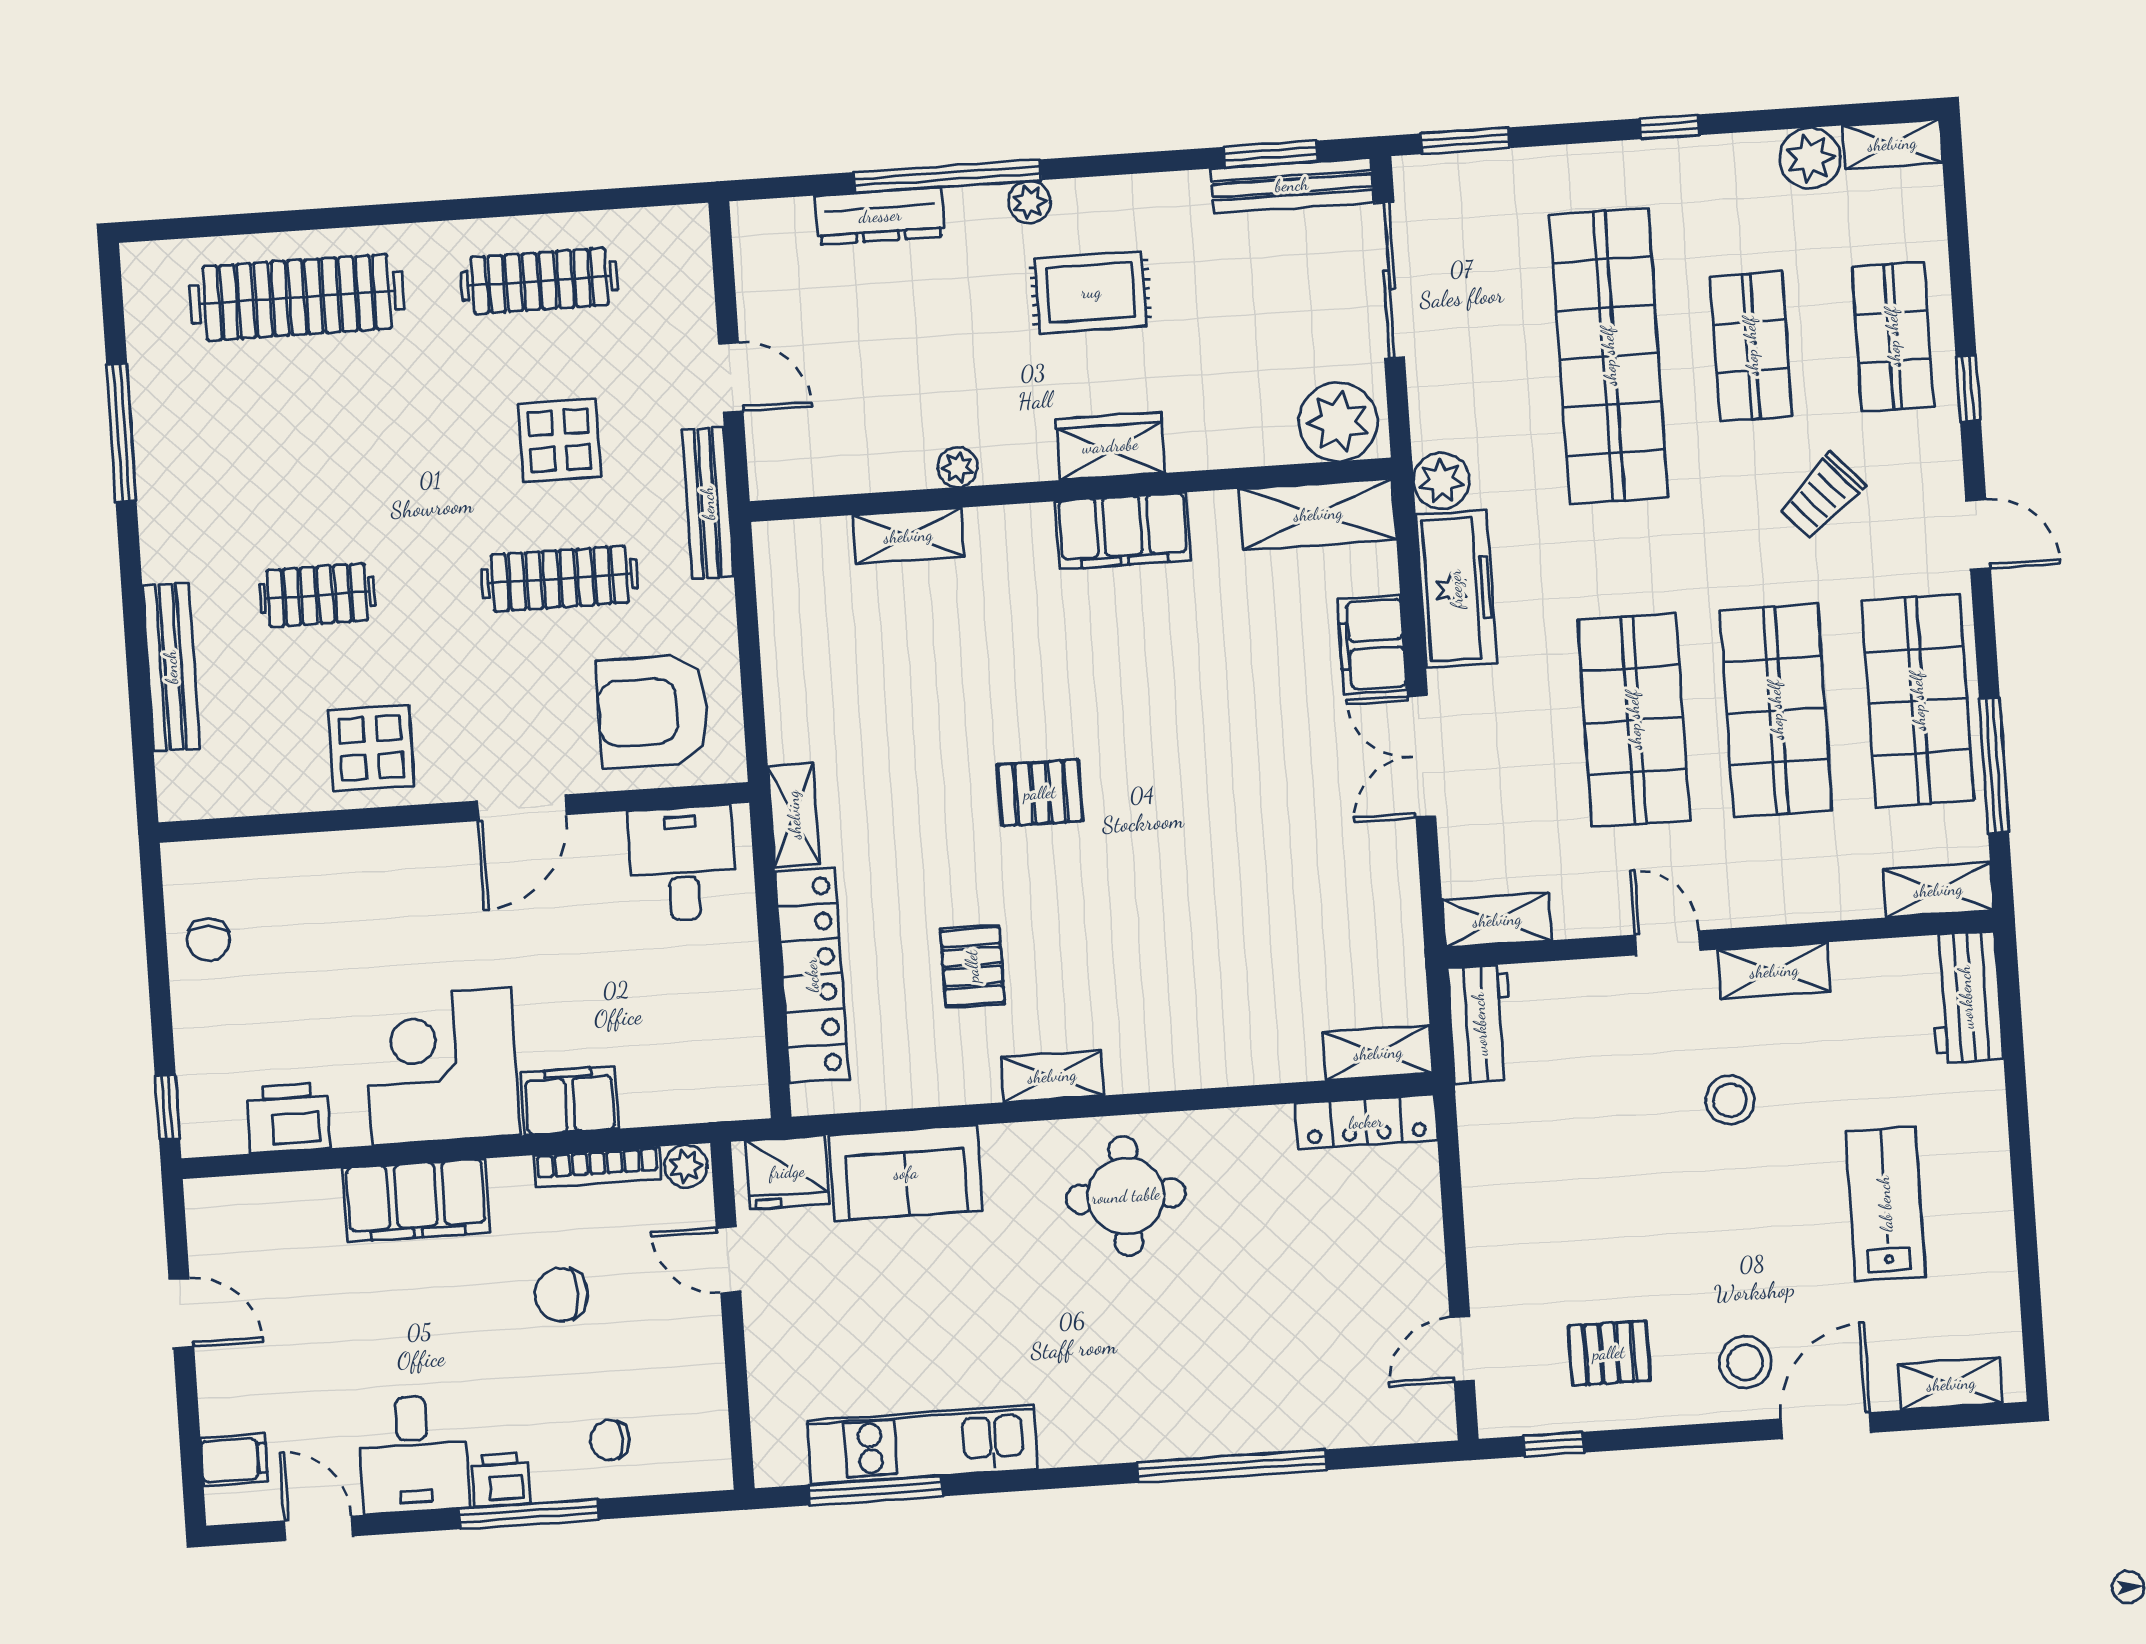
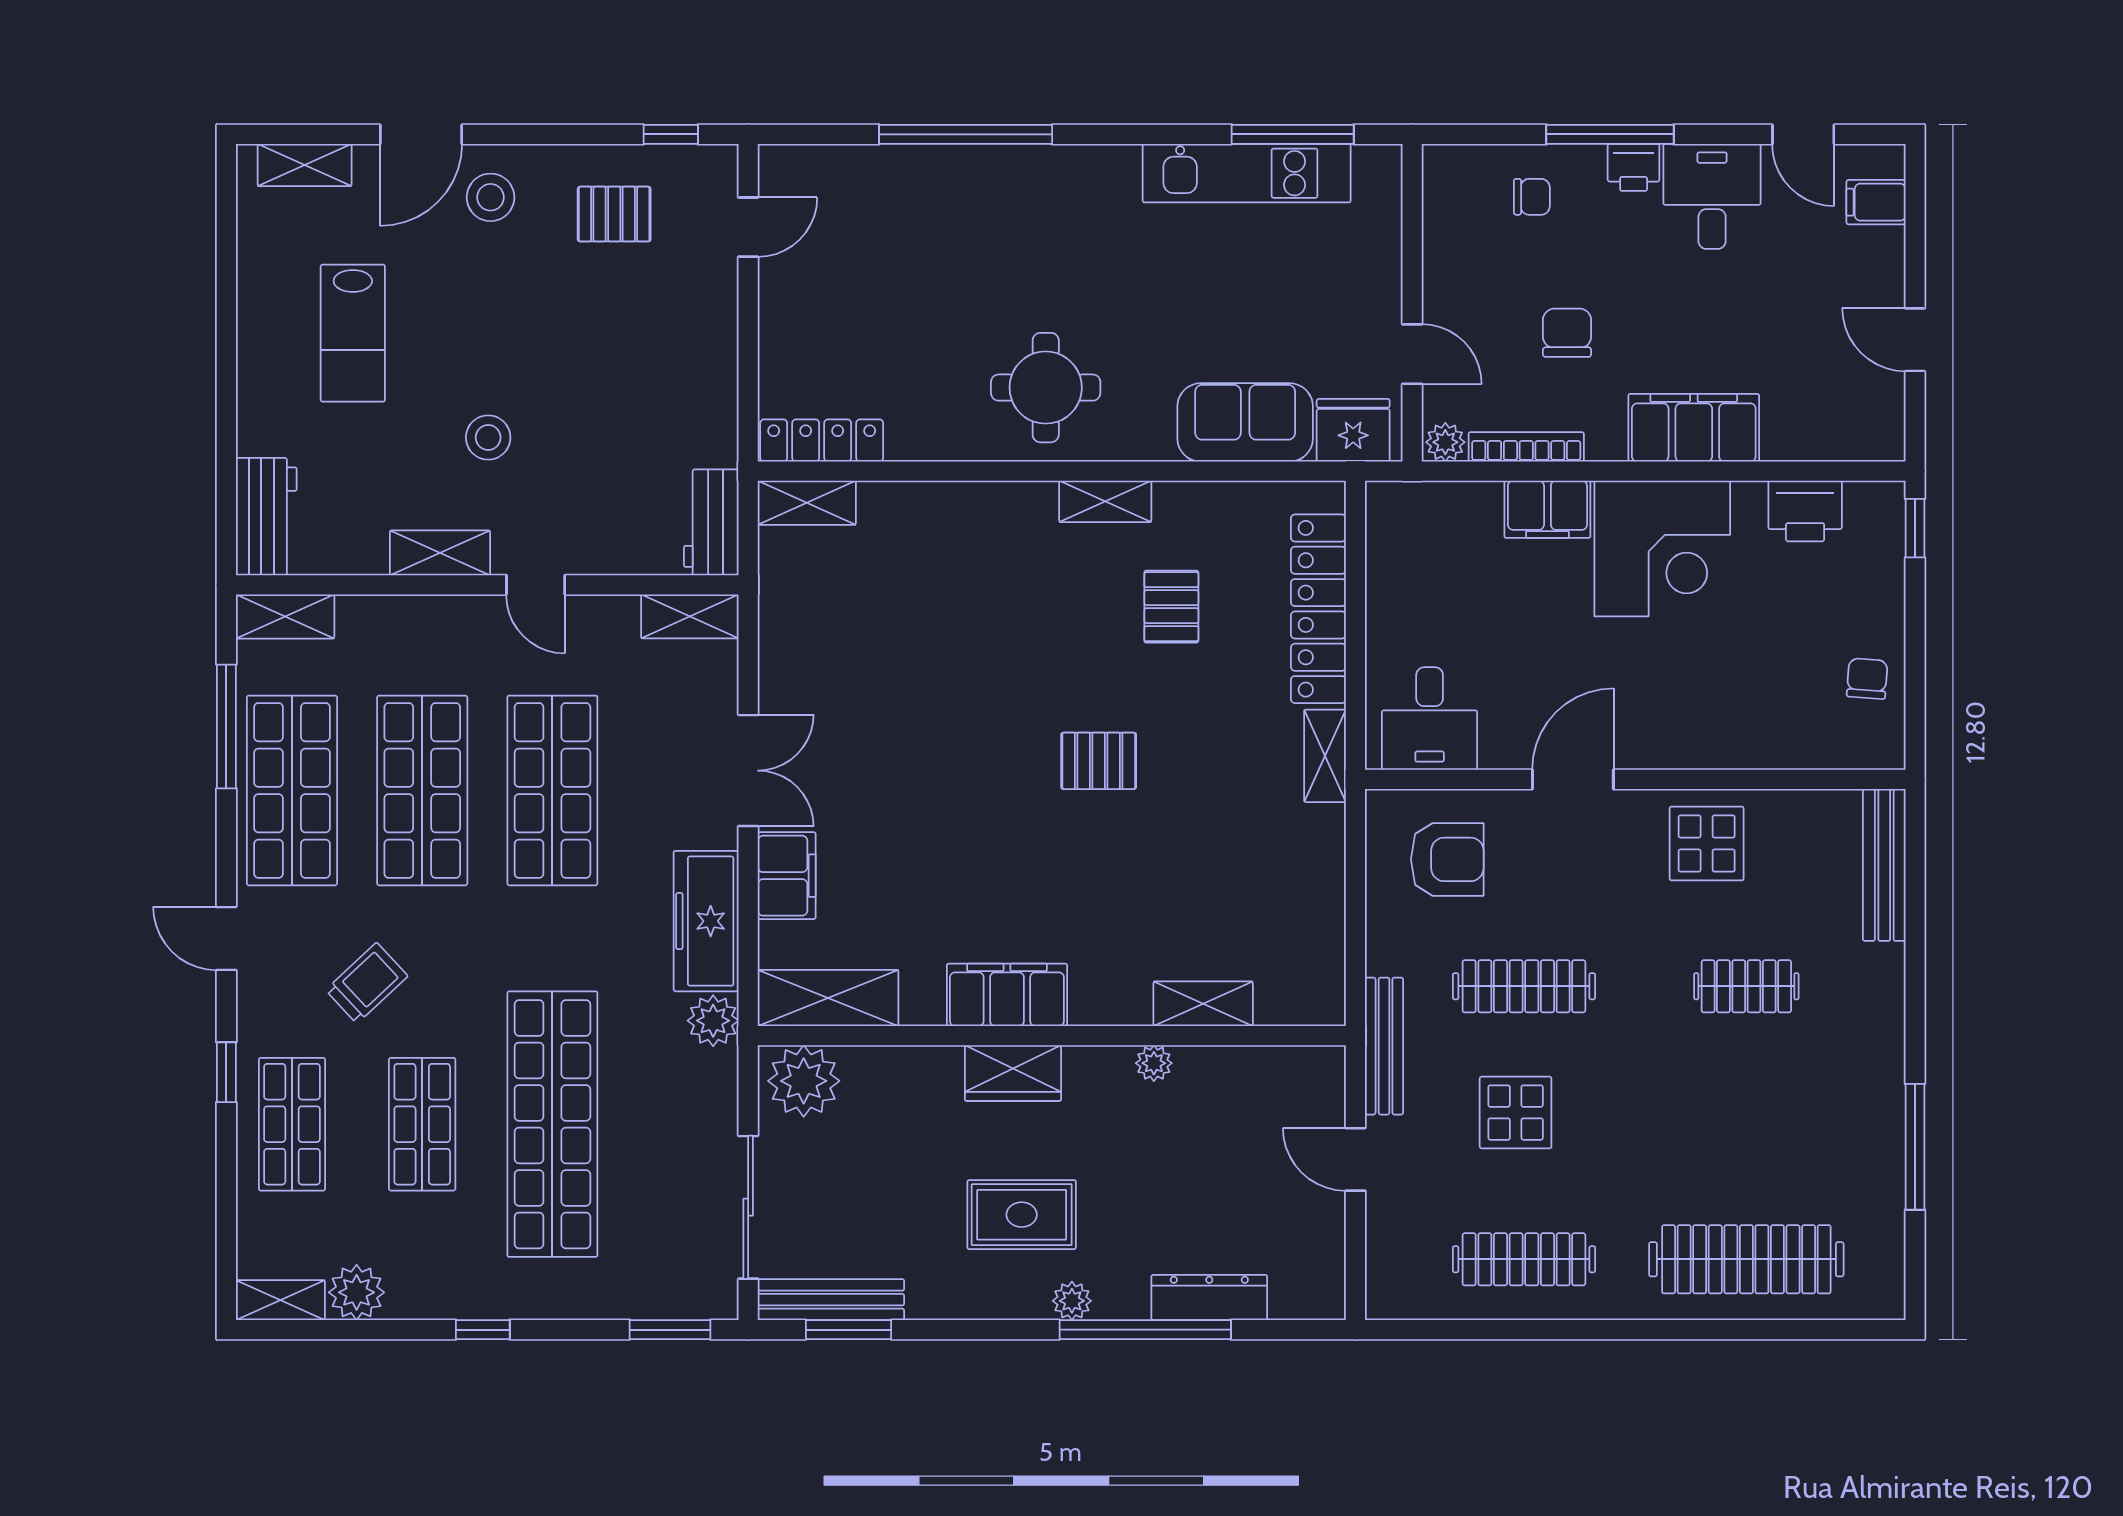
bench: (171, 667) -> (1884, 865), moved
armchair: (653, 711) -> (1447, 859), width x0.73, depth x0.73
chair: (561, 1295) -> (1567, 333), turned -90

